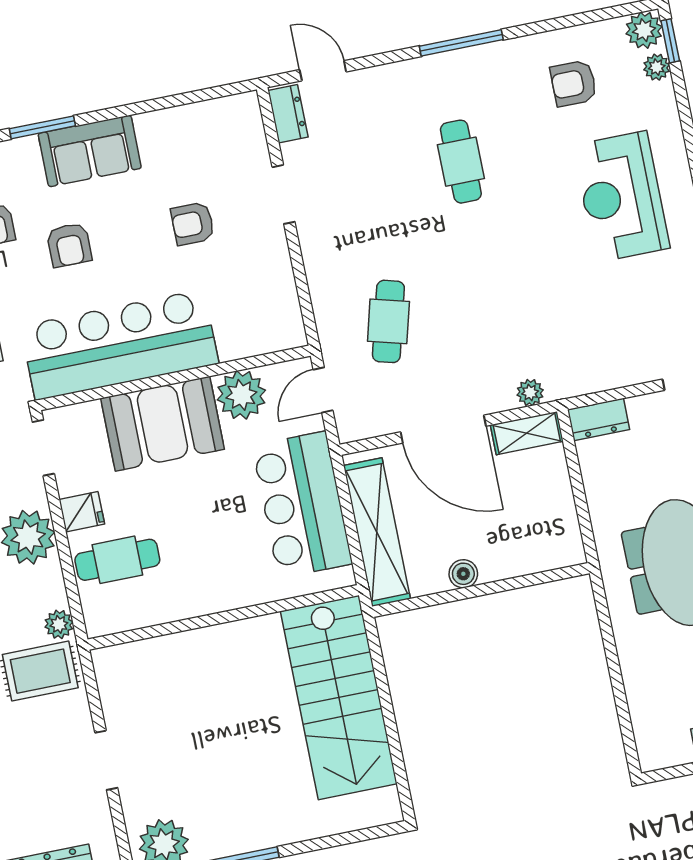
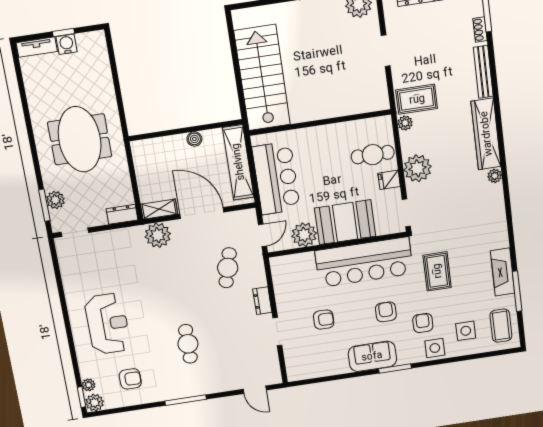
dresser: (288, 114) -> (262, 301), moved
plant: (530, 393) -> (158, 235), width x1.87, depth x1.87

